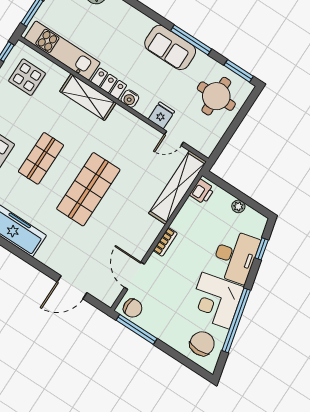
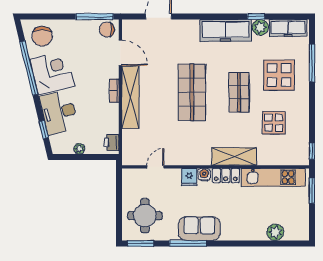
display table: (27, 77) -> (274, 123), moved
fridge: (161, 115) -> (189, 177), moved
shelving: (178, 188) -> (130, 97), moved

